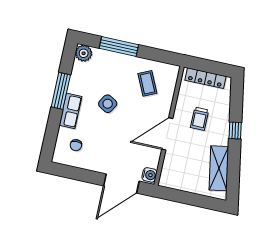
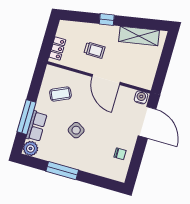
locker: (205, 78) -> (57, 48), width x0.66
row of seats: (71, 111) -> (36, 126), moved, turned 90
chair: (76, 145) -> (120, 154), moved

